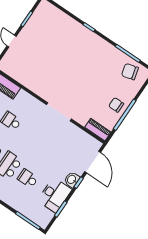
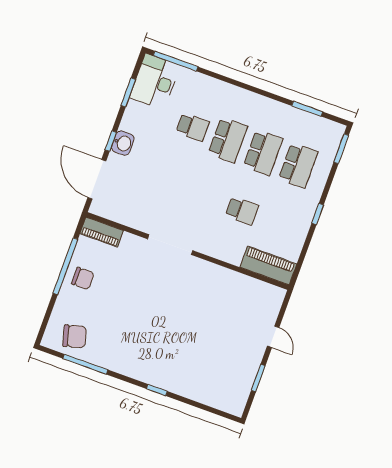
desk: (55, 195) -> (155, 82), moved

